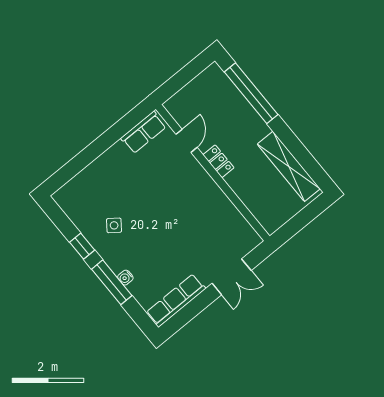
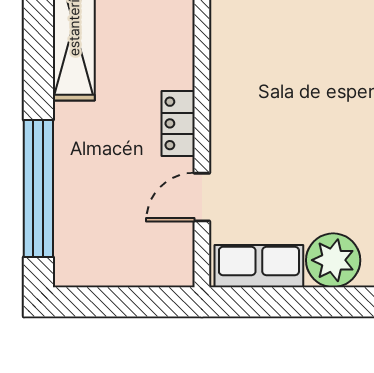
plant: (117, 158) -> (333, 260), added

